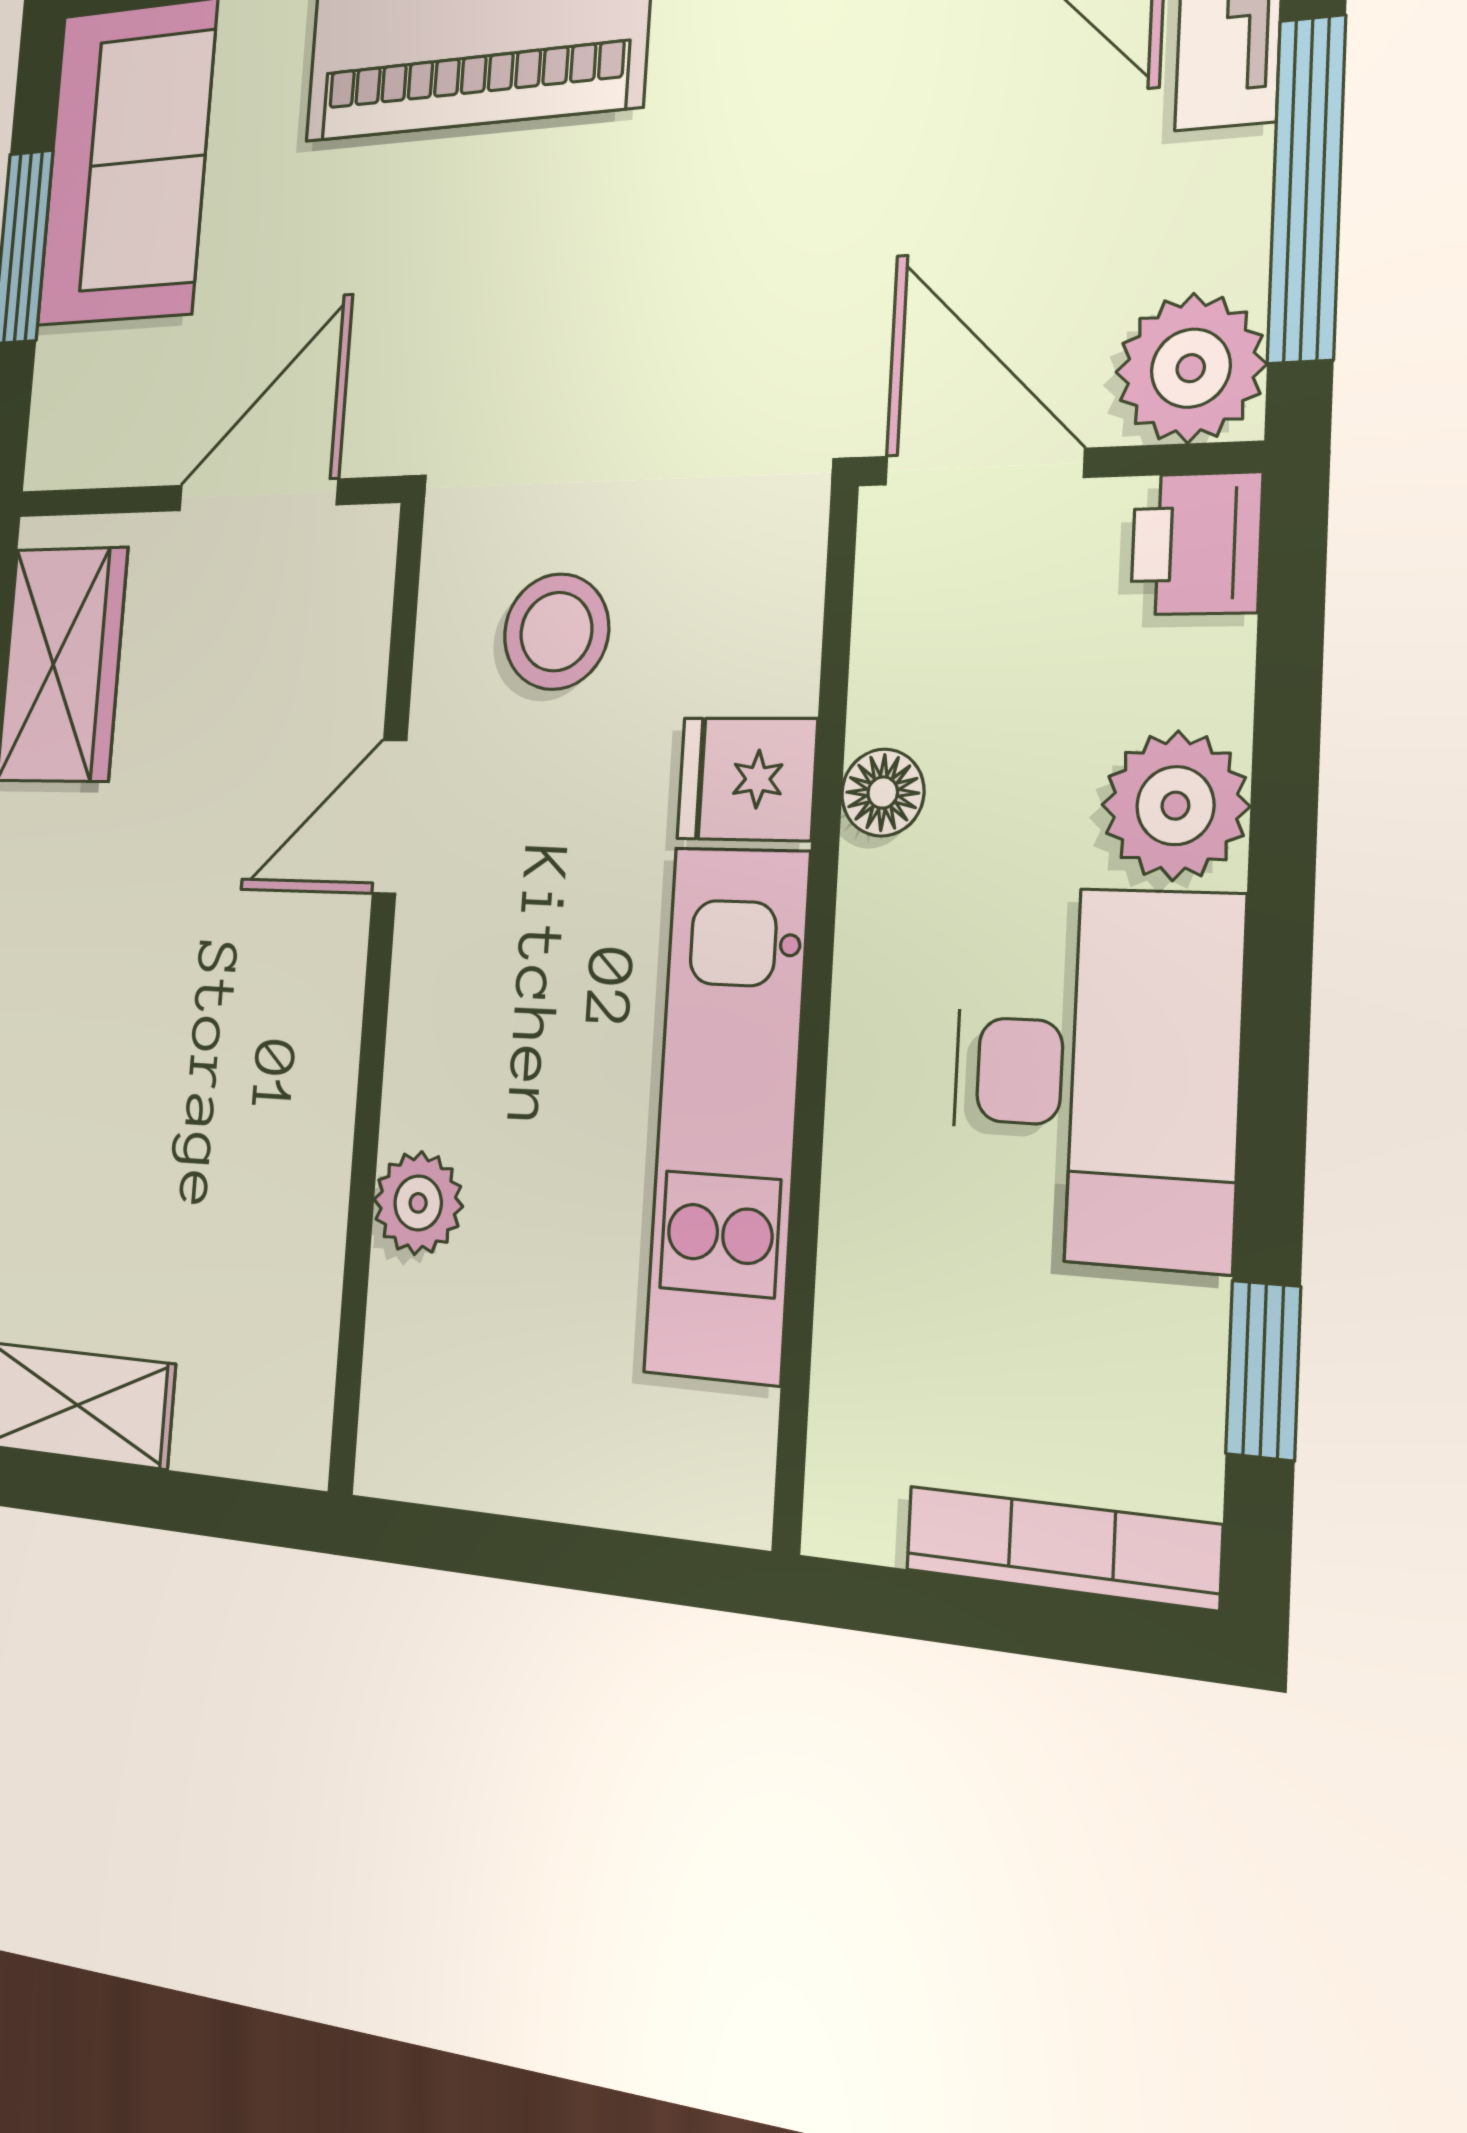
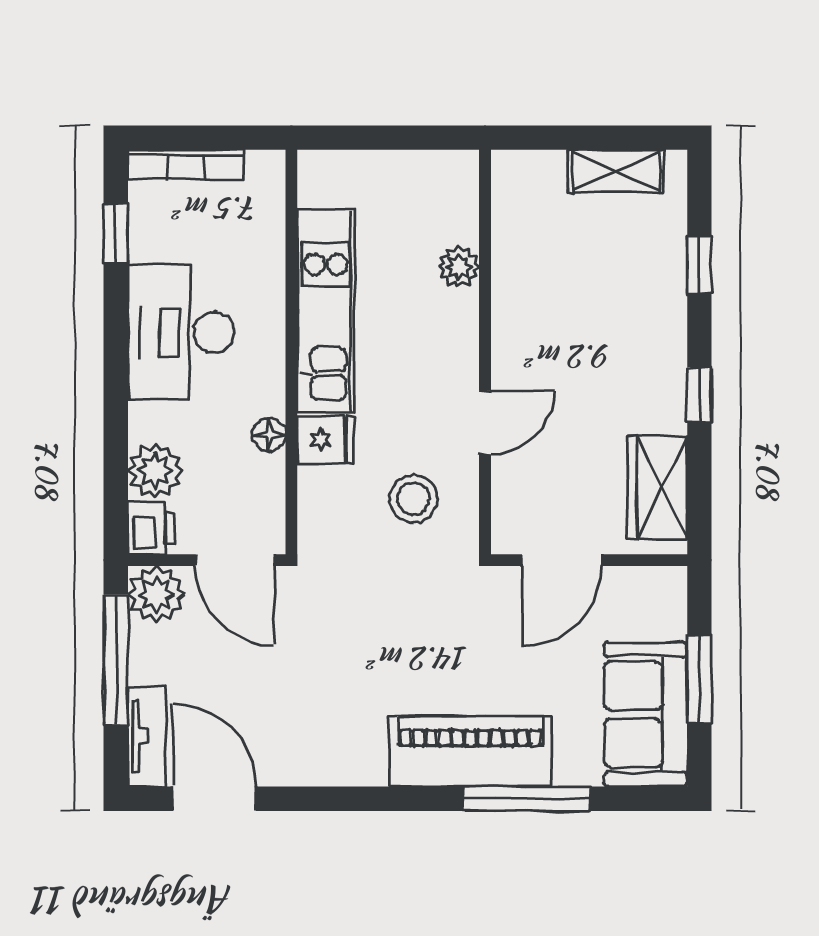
plant: (1175, 806) -> (155, 471), moved

